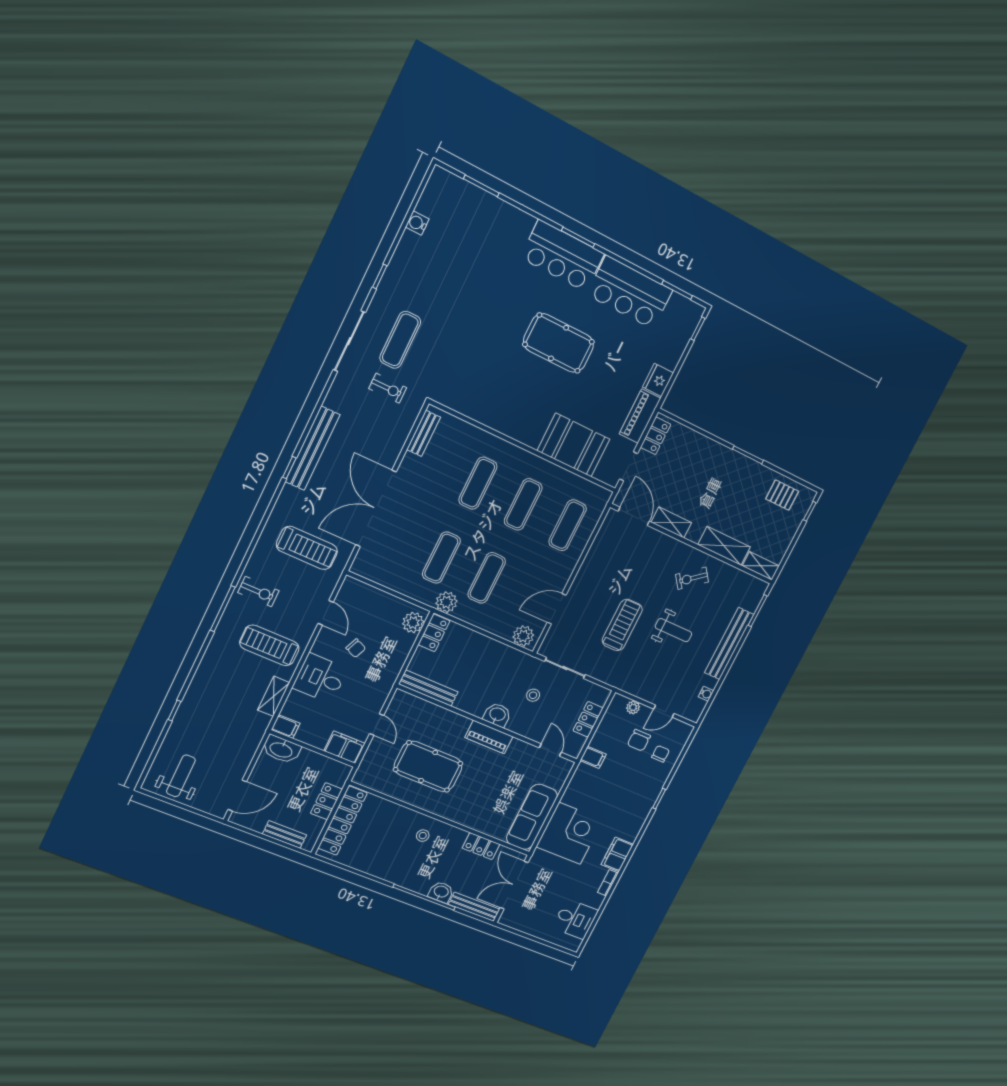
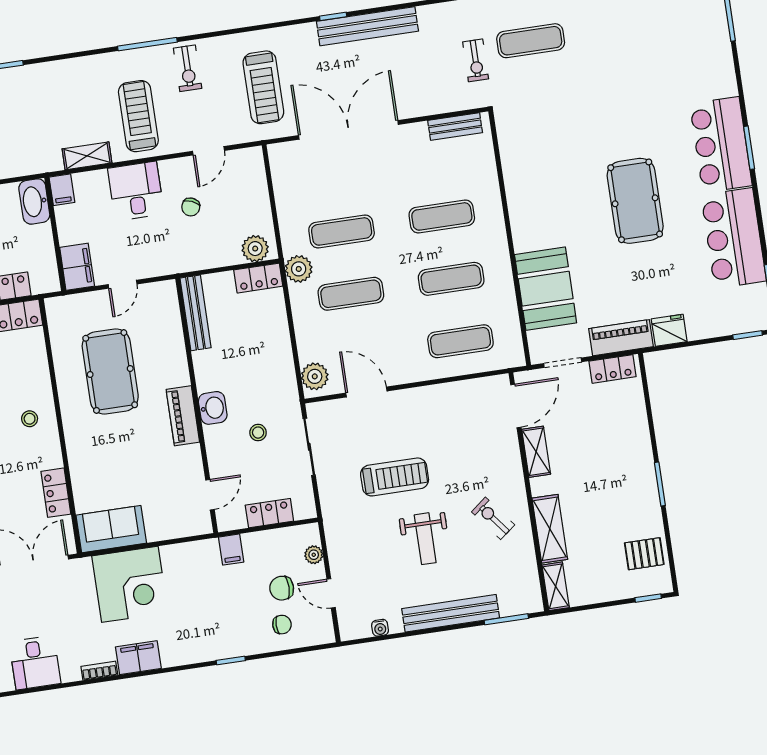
pallet: (782, 495) -> (644, 554), turned 90
sofa: (532, 817) -> (111, 529), width x0.73

